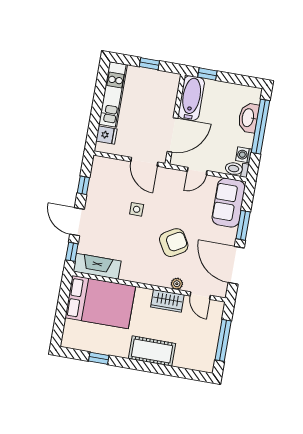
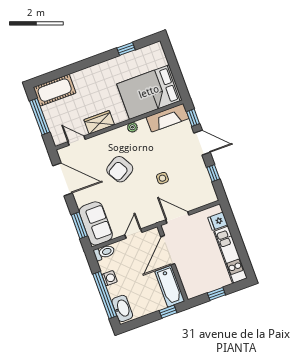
washbasin: (248, 118) -> (122, 308), moved
washing machine: (244, 155) -> (110, 278), moved
window: (243, 225) -> (79, 225), moved
plant: (177, 284) -> (132, 127), moved
cot: (152, 351) -> (55, 90), moved

